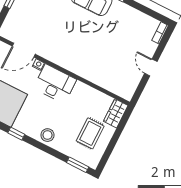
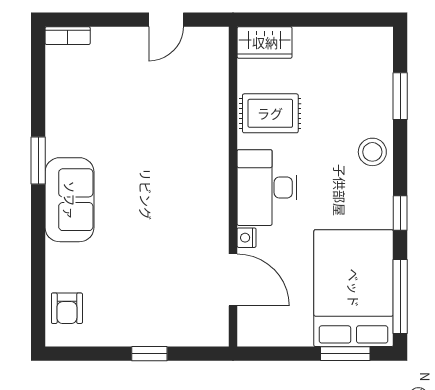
door: (151, 67) -> (166, 20), moved
rug: (90, 133) -> (270, 113), moved
window: (78, 165) -> (400, 96), moved

